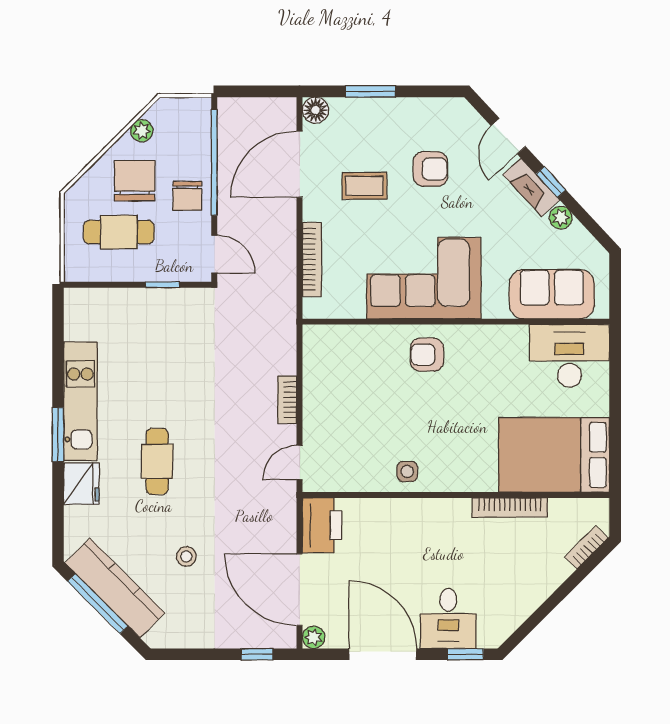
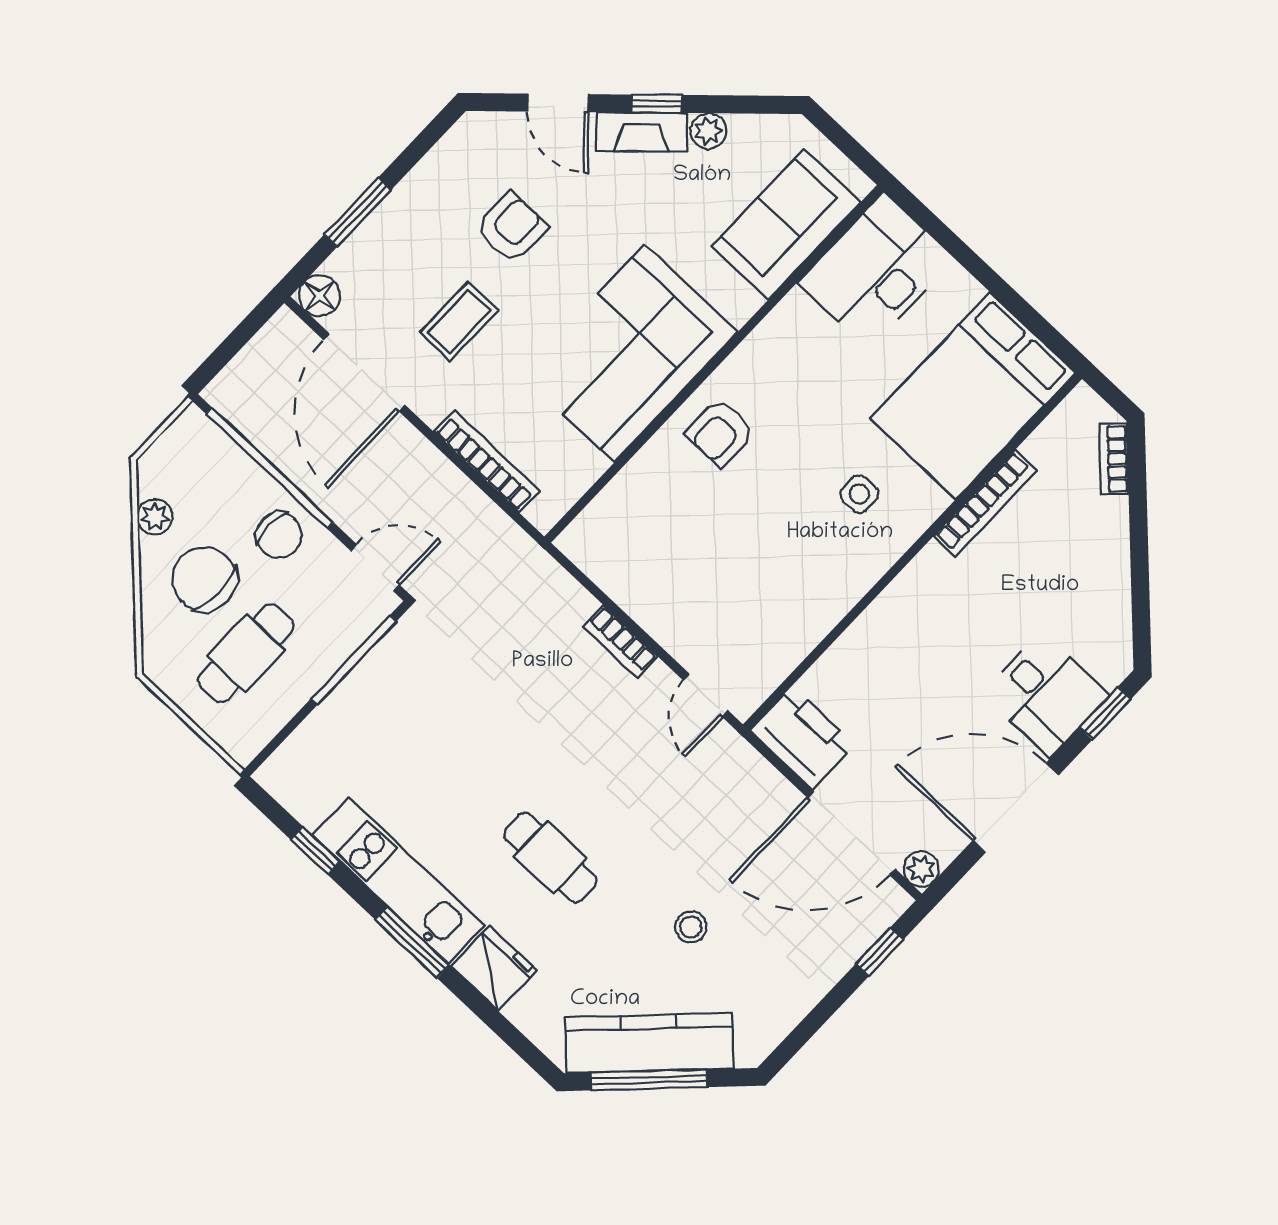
window: (162, 285) -> (354, 660), width x2.17
window: (58, 350) -> (315, 851), added
side table: (407, 471) -> (859, 494), moved

